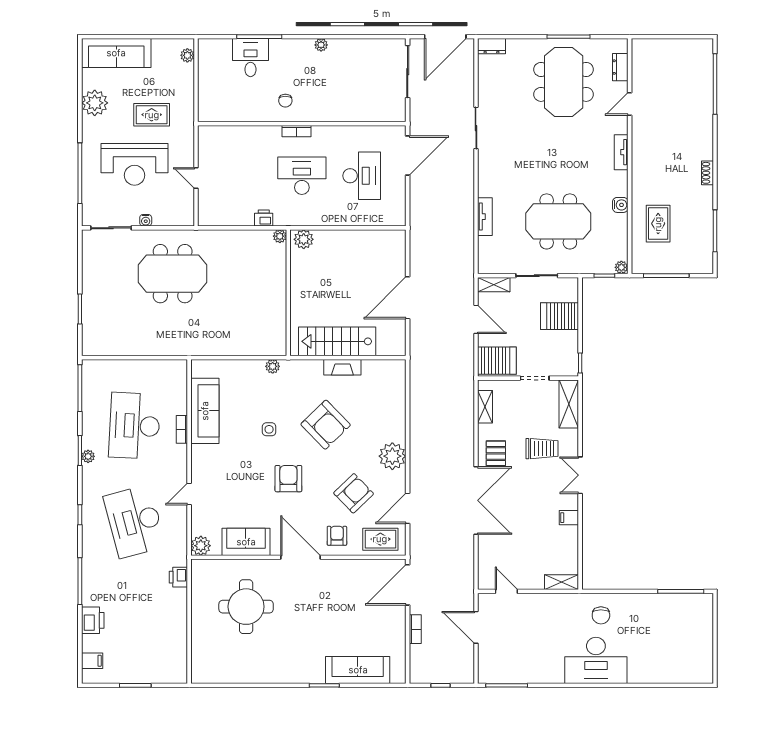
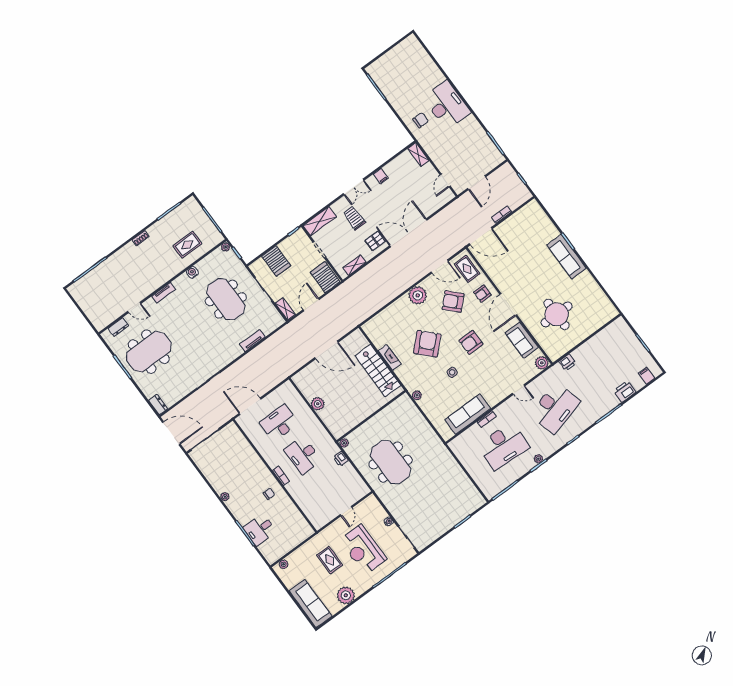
reception desk: (134, 164) -> (363, 550), turned 180
plant: (304, 239) -> (318, 404), moved
meeting table: (173, 274) -> (391, 462), moved
sofa: (358, 670) -> (567, 257), moved

